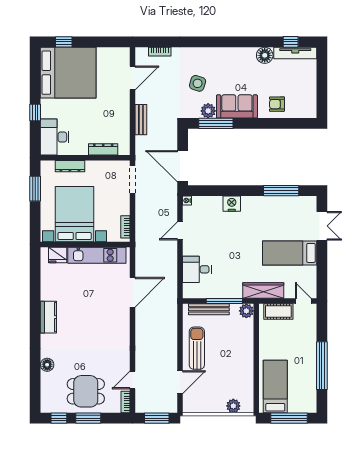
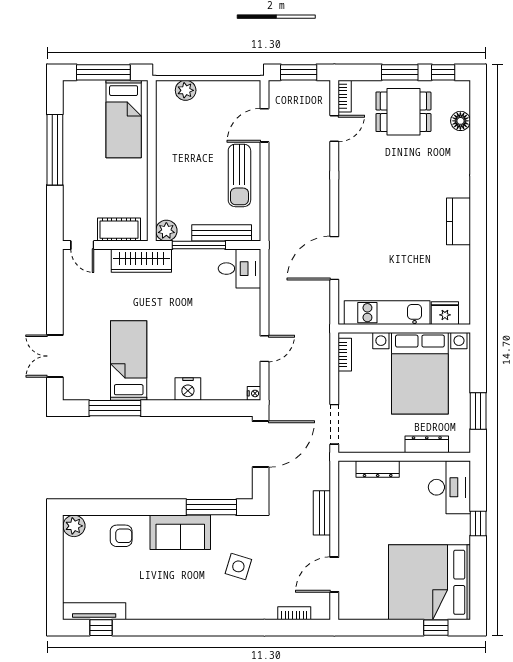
floor lamp: (265, 55) -> (139, 608), removed
plant: (208, 111) -> (74, 526), moved
door: (183, 166) -> (261, 444), hinge flipped
bed: (290, 253) -> (129, 361), moved, turned -90
desk: (197, 269) -> (239, 269), moved
floor lamp: (47, 365) -> (460, 121), moved

